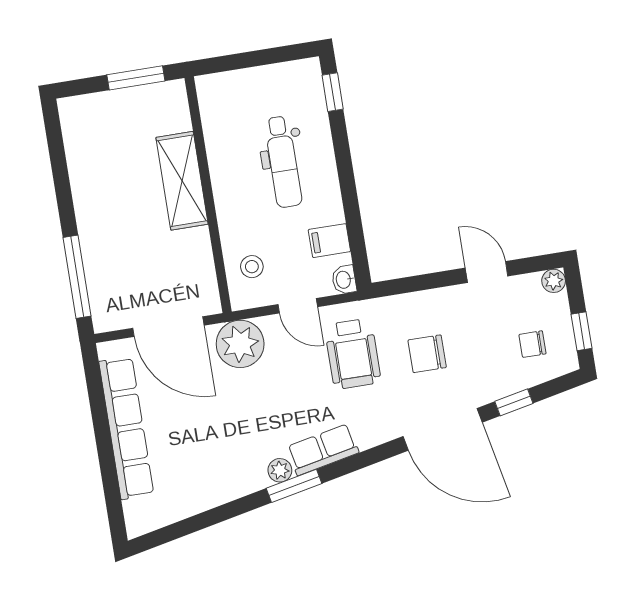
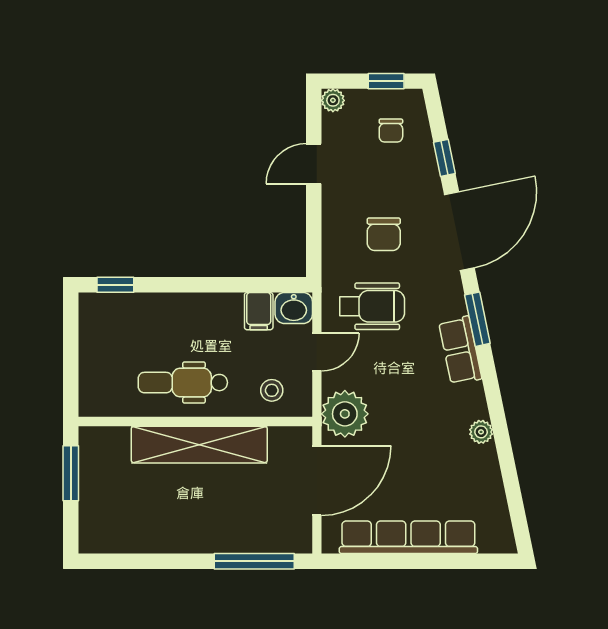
dental chair: (283, 162) -> (183, 383), moved, turned 180
shelving: (182, 181) -> (199, 445), width x1.47
washbasin: (344, 280) -> (294, 308), width x1.38, depth x1.45
plant: (280, 470) -> (481, 432), moved
window: (294, 486) -> (477, 319), moved

